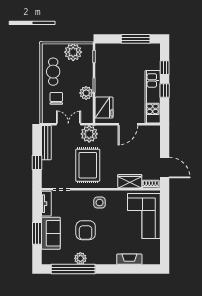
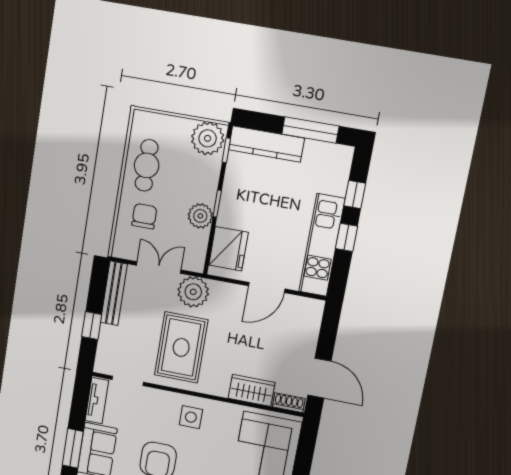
kitchen counter: (114, 50) -> (266, 144), added
plant: (73, 52) -> (208, 138), moved

